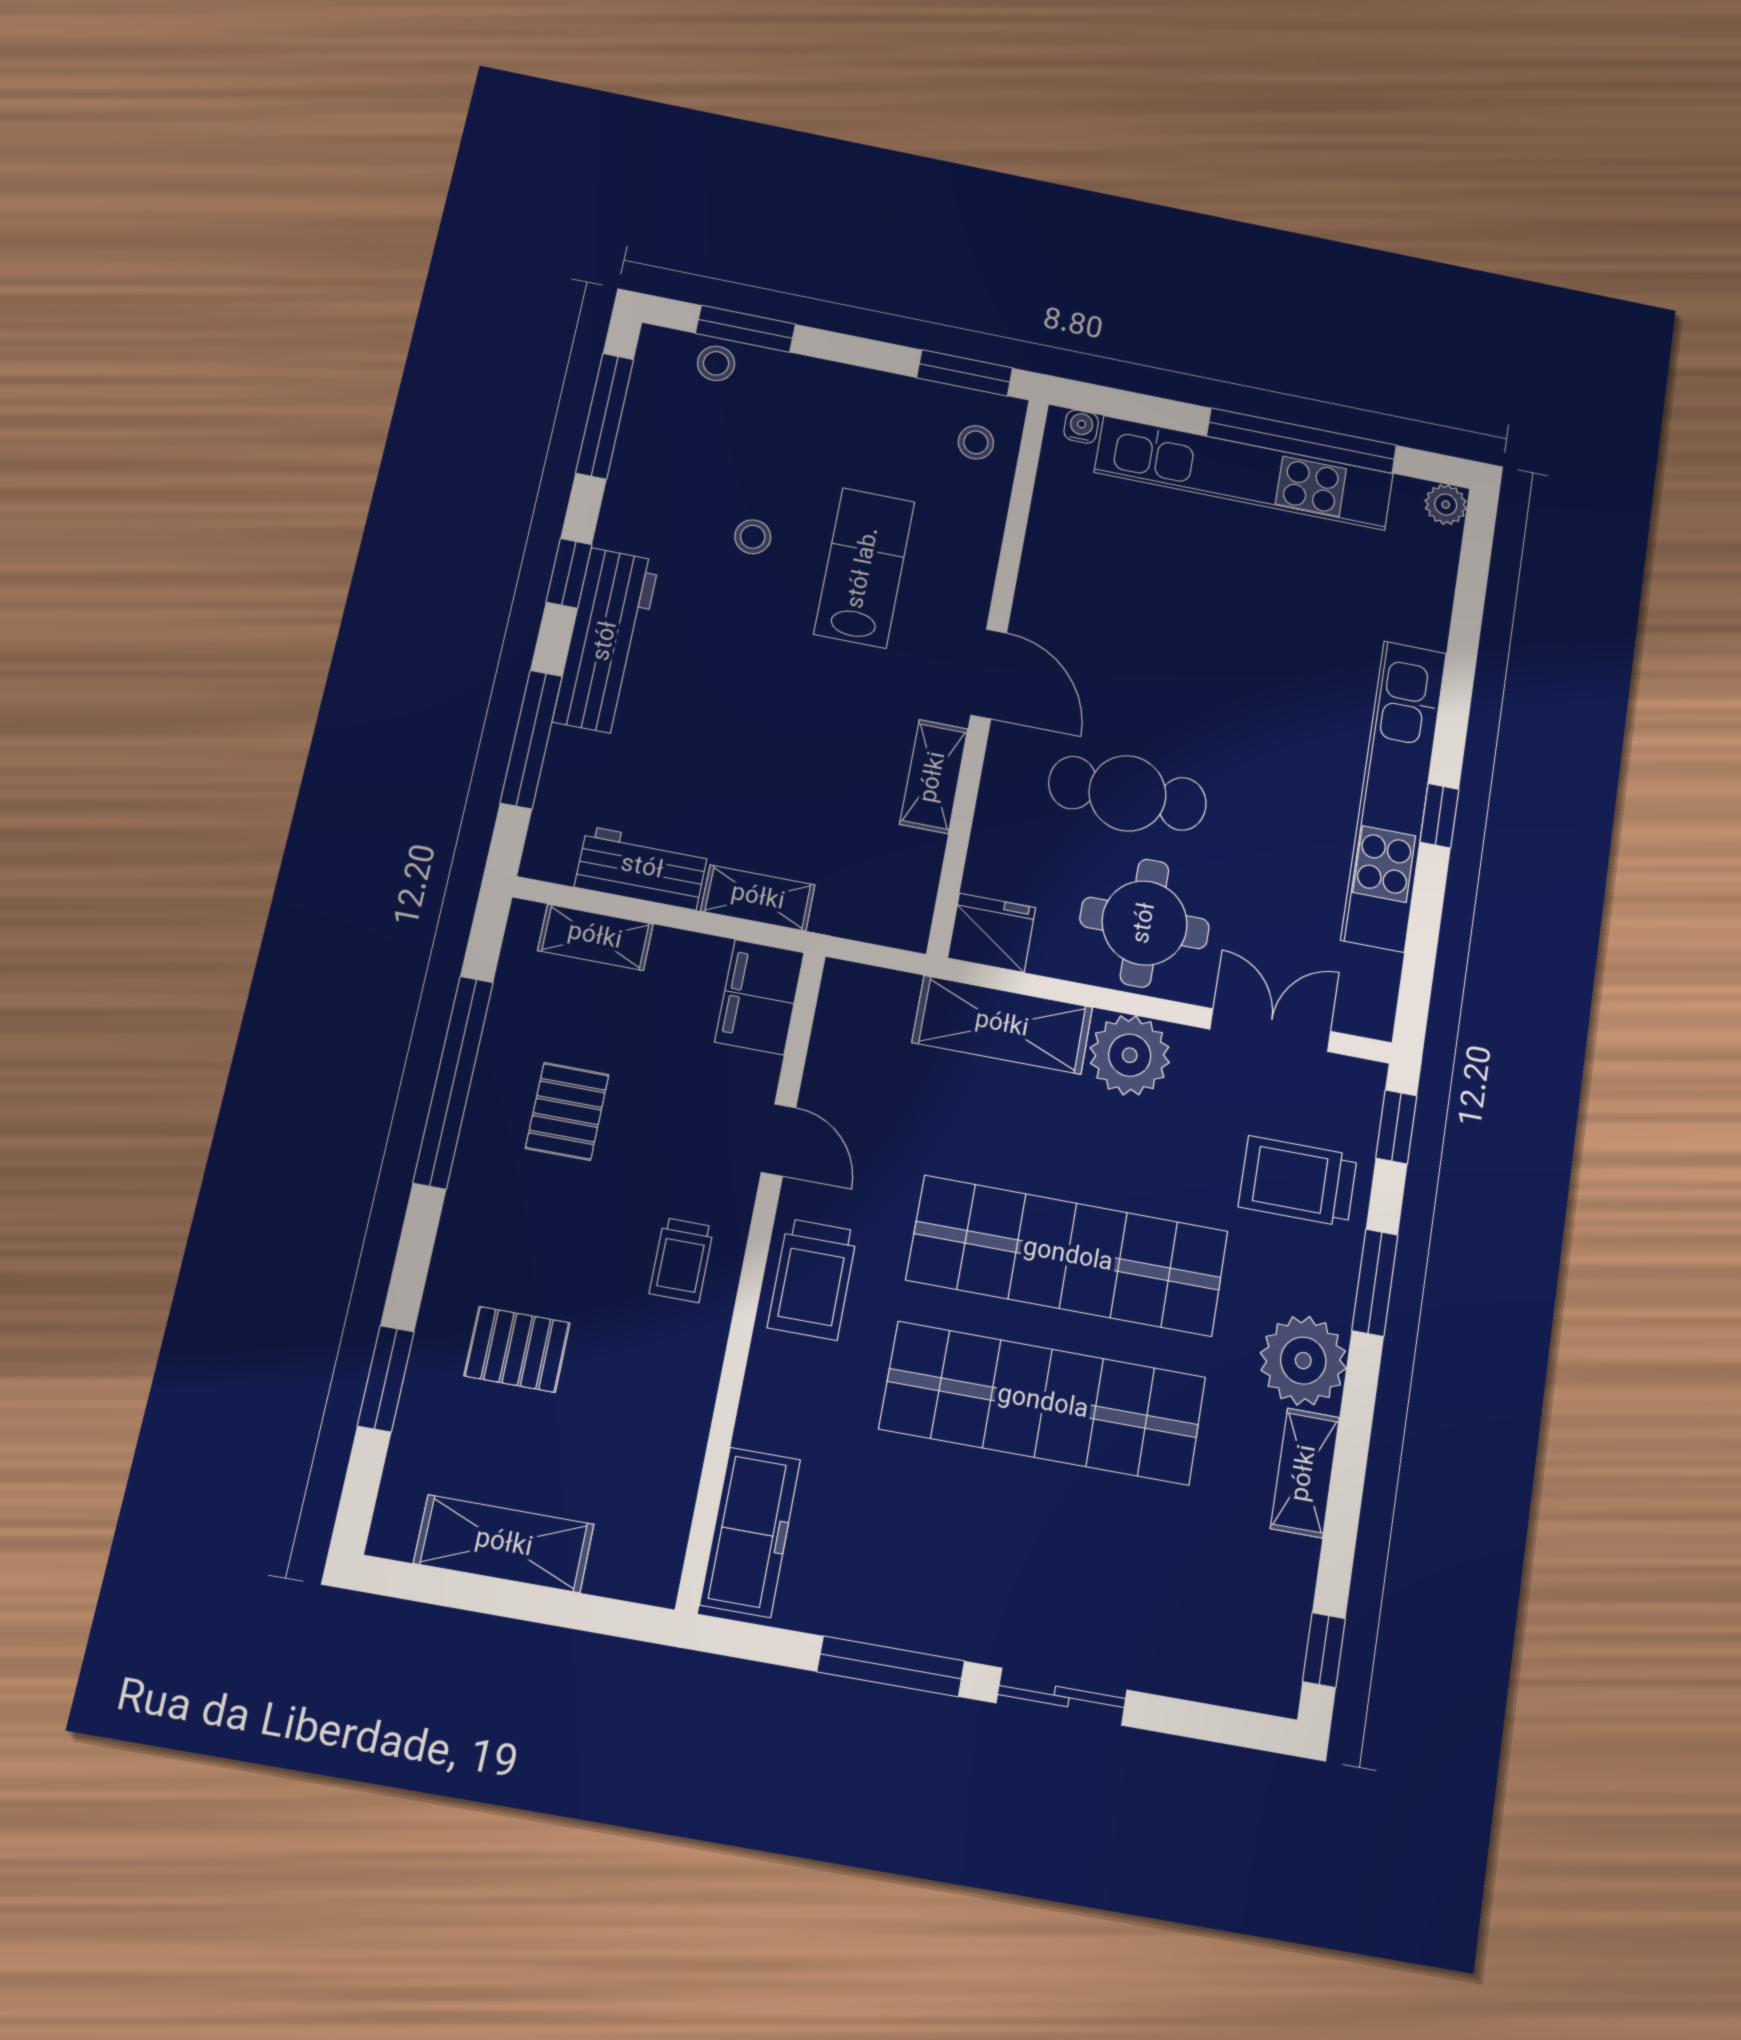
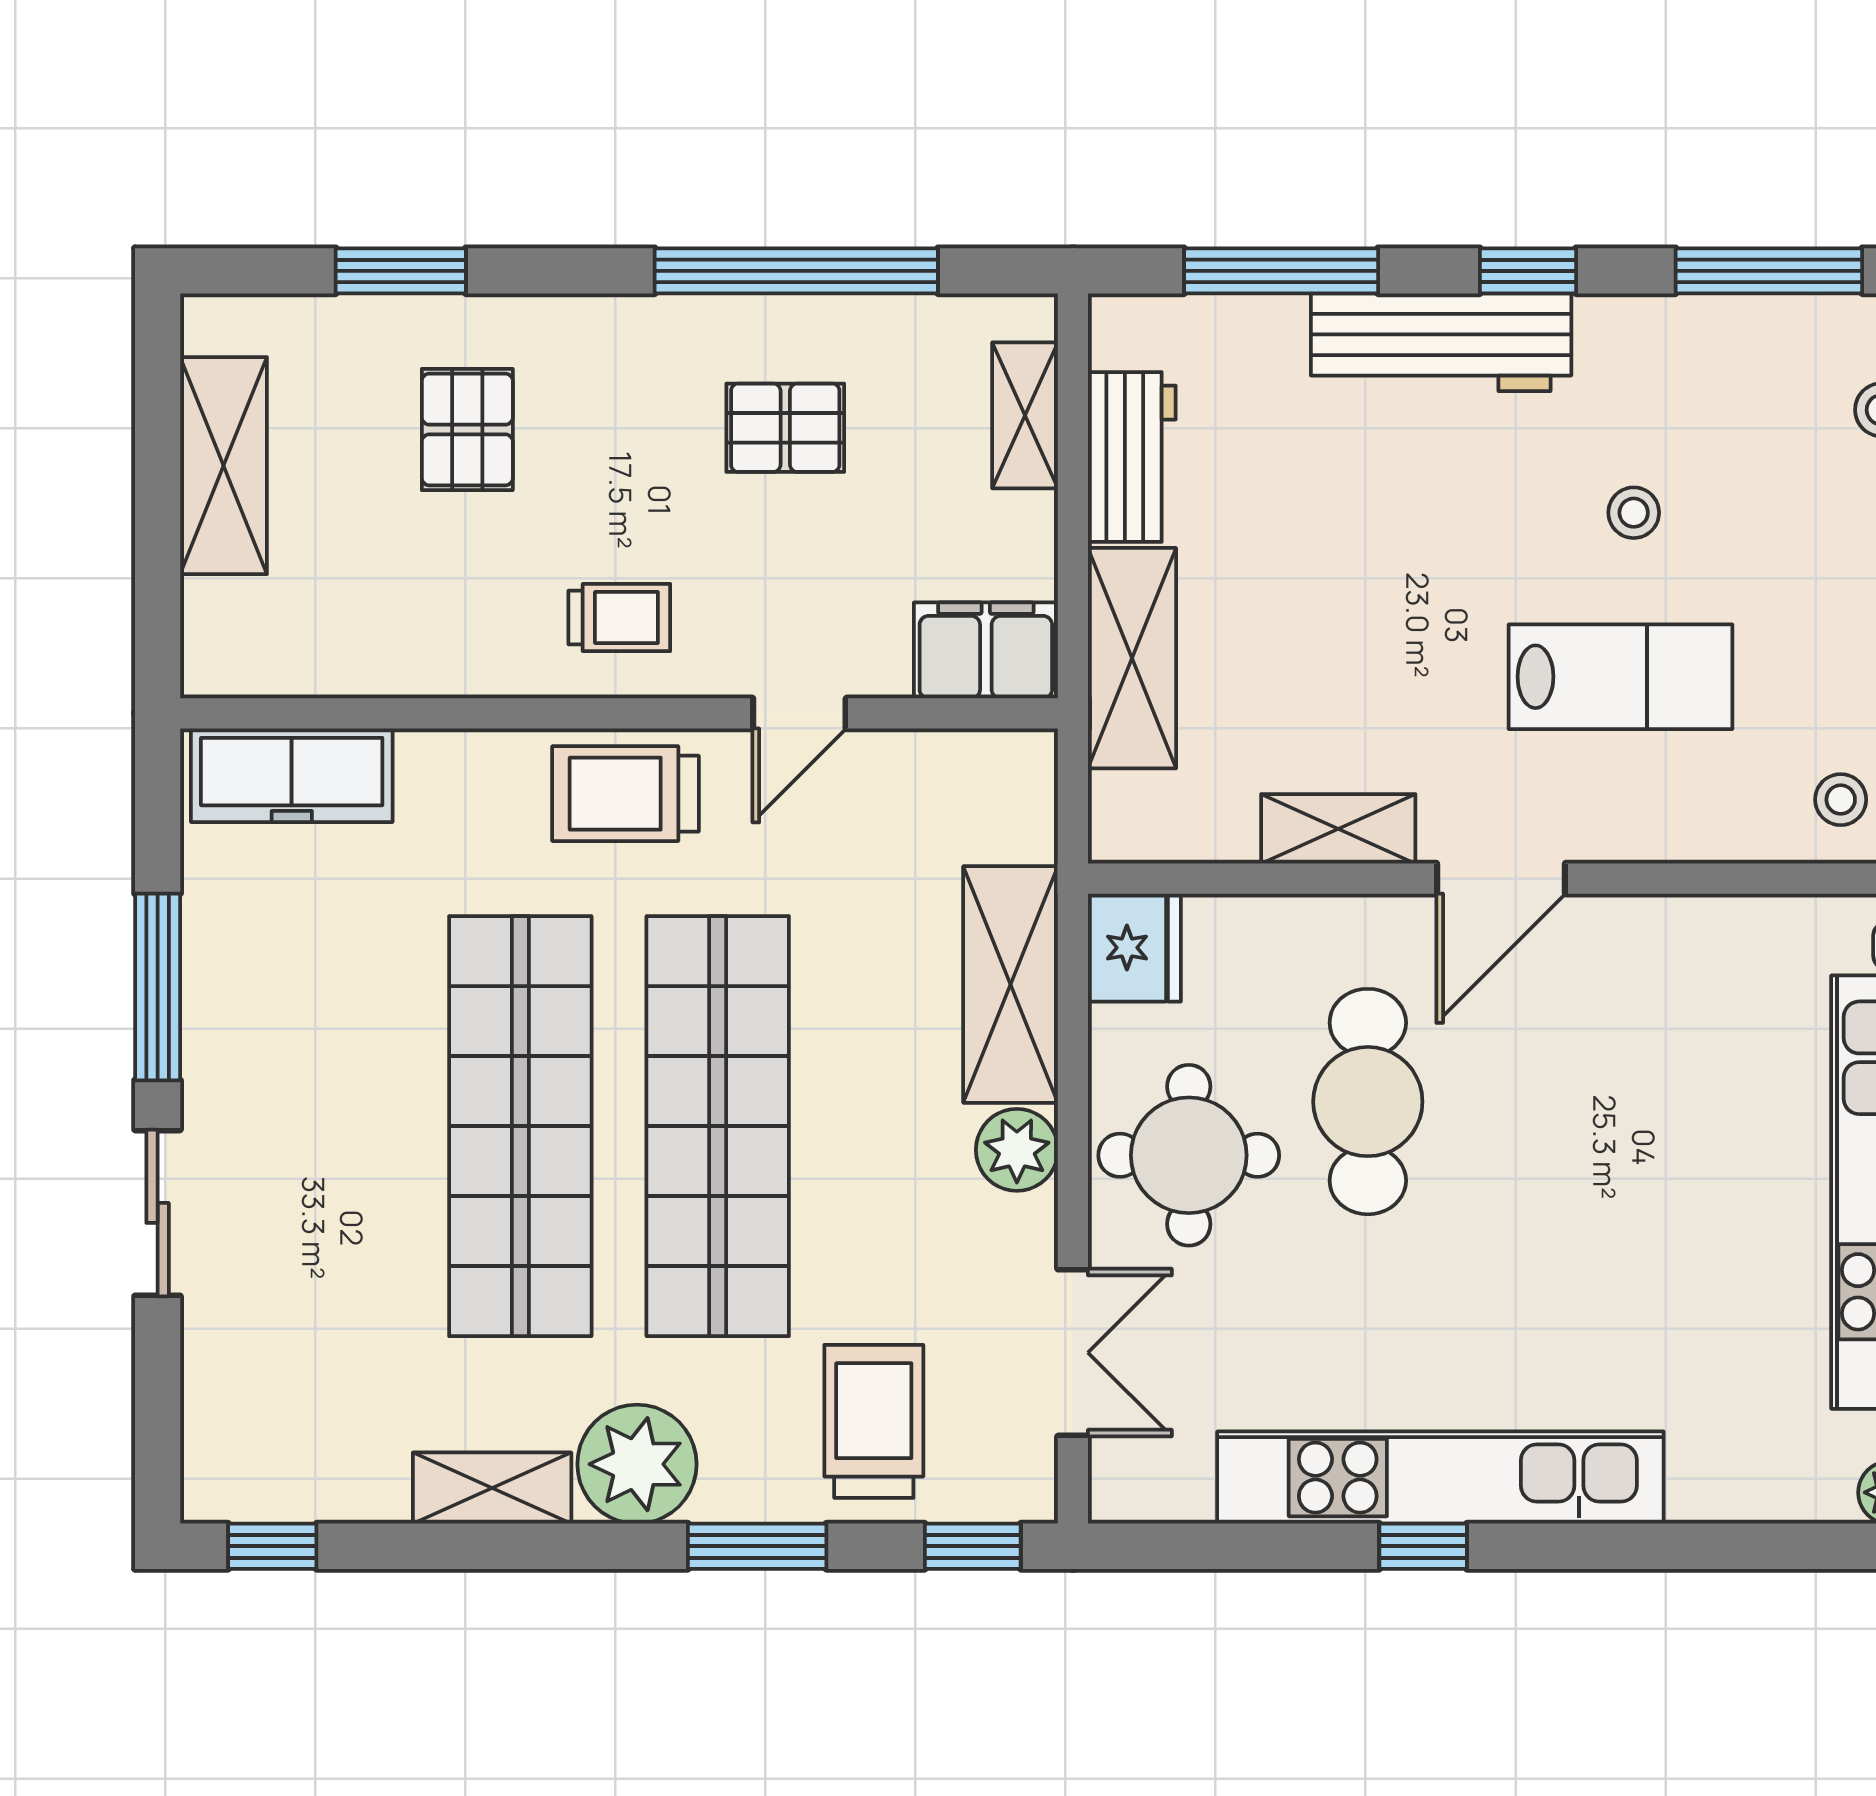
shelving: (758, 898) -> (1132, 658), width x1.50, depth x1.33
plant: (1130, 1055) -> (1017, 1150), width x0.73, depth x0.73
trolley: (682, 1260) -> (619, 617), turned 180

